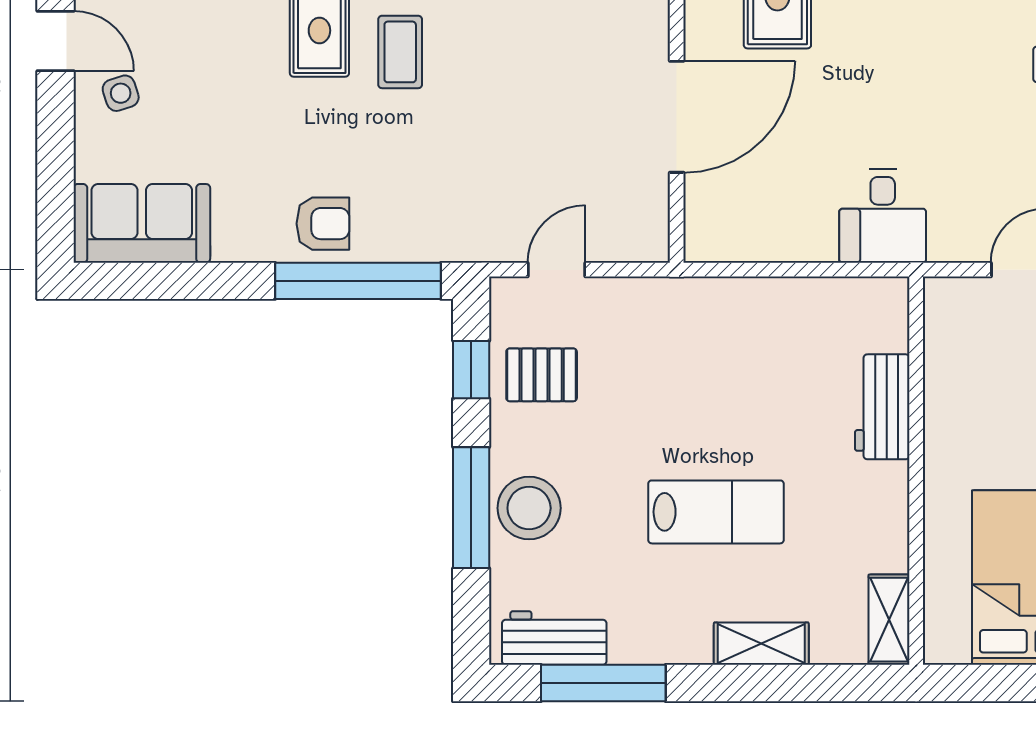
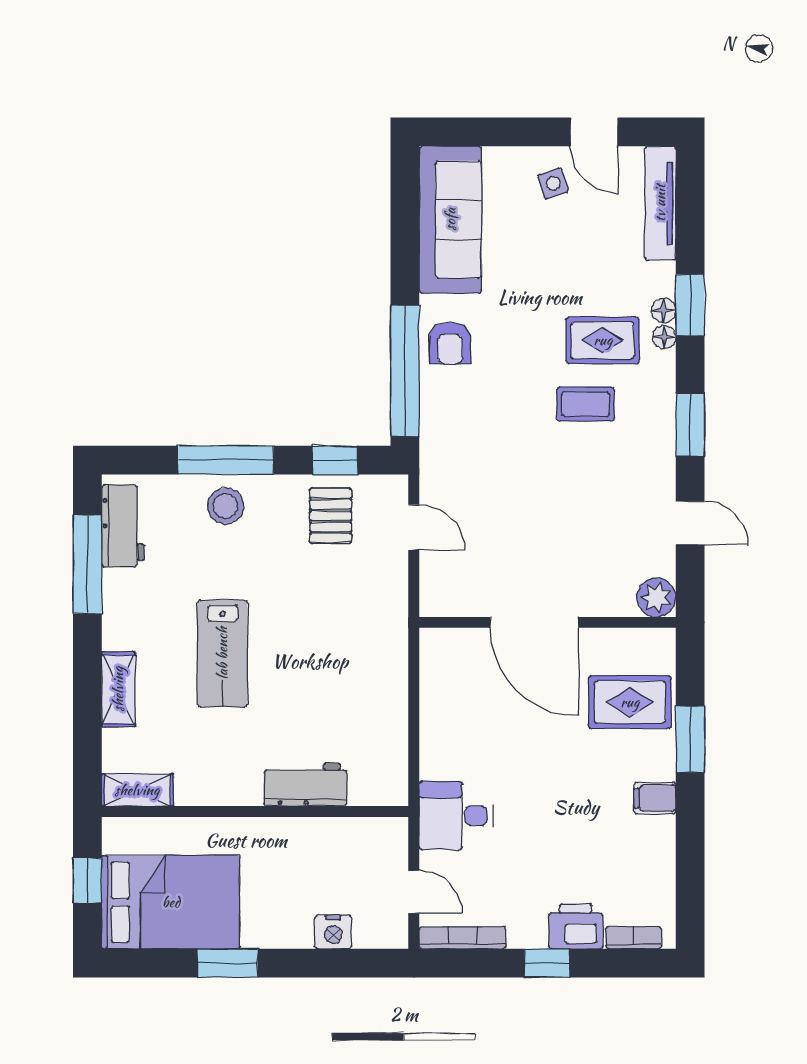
door: (55, 41) -> (594, 132), hinge flipped
desk: (883, 216) -> (456, 816), moved
sofa: (142, 223) -> (450, 219), width x1.36
stool: (529, 508) -> (226, 506), width x0.73, depth x0.73
window: (1004, 683) -> (87, 880), added

